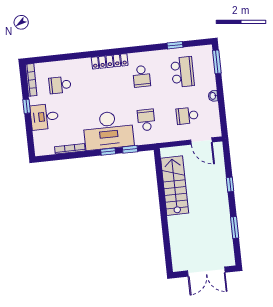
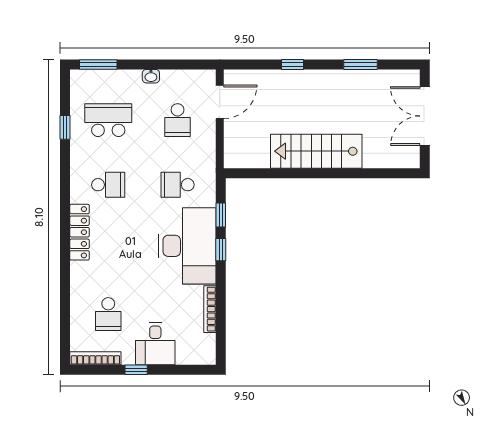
stairs: (175, 186) -> (316, 151), moved
double door: (206, 272) -> (425, 116), swing flipped

